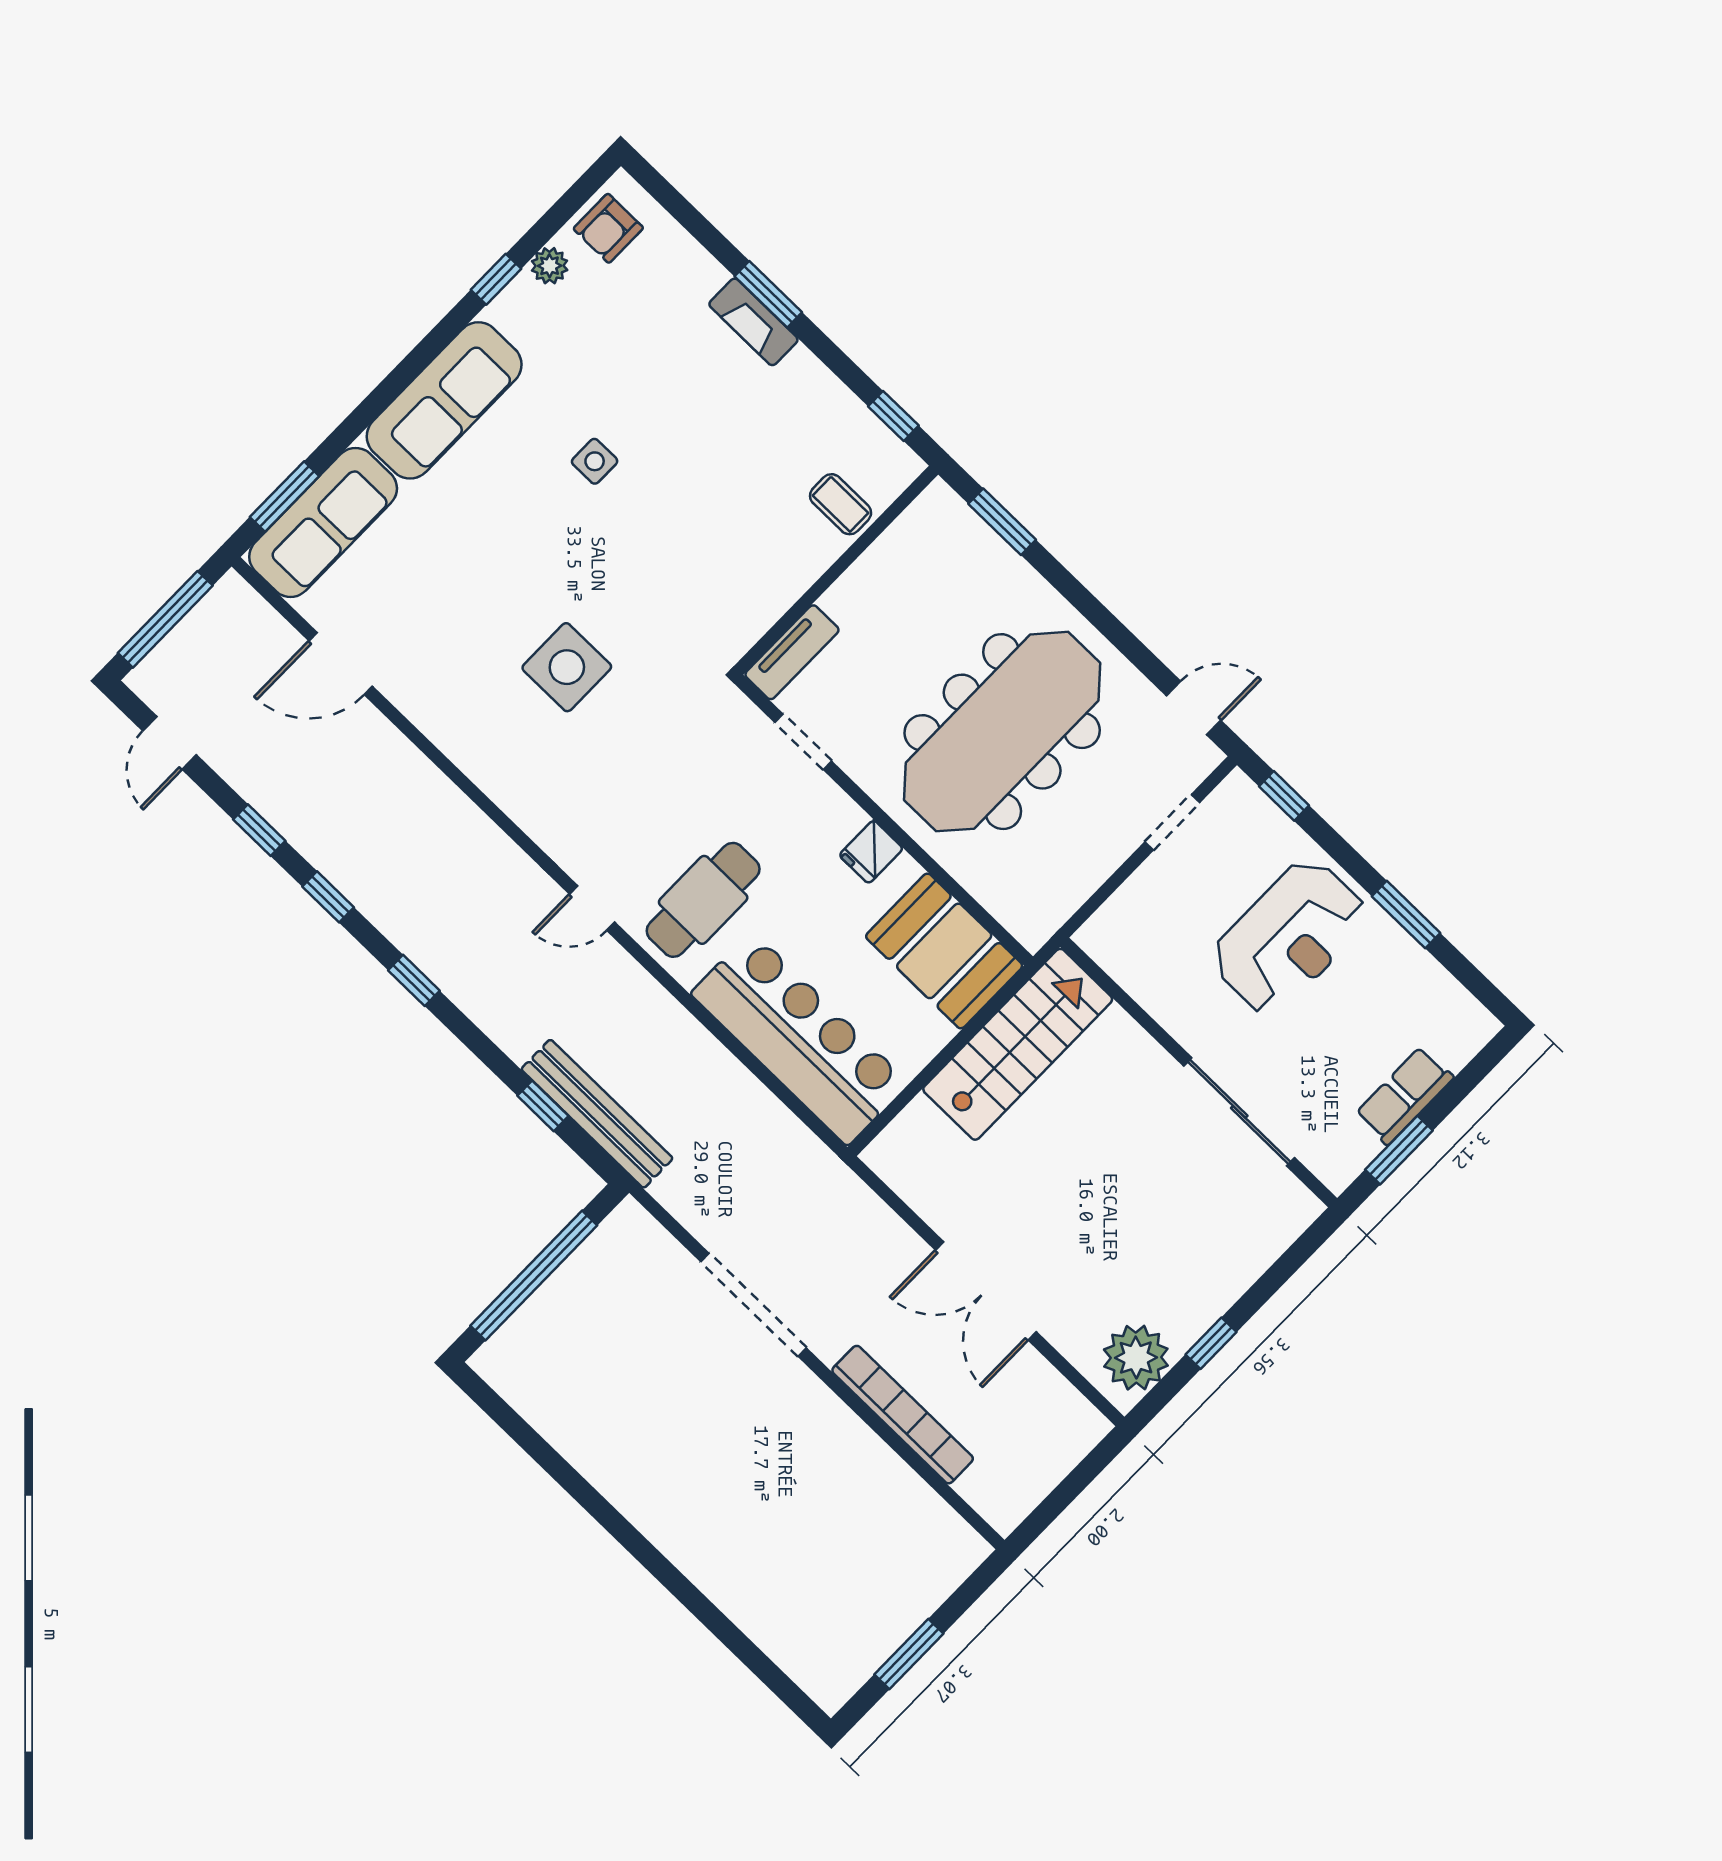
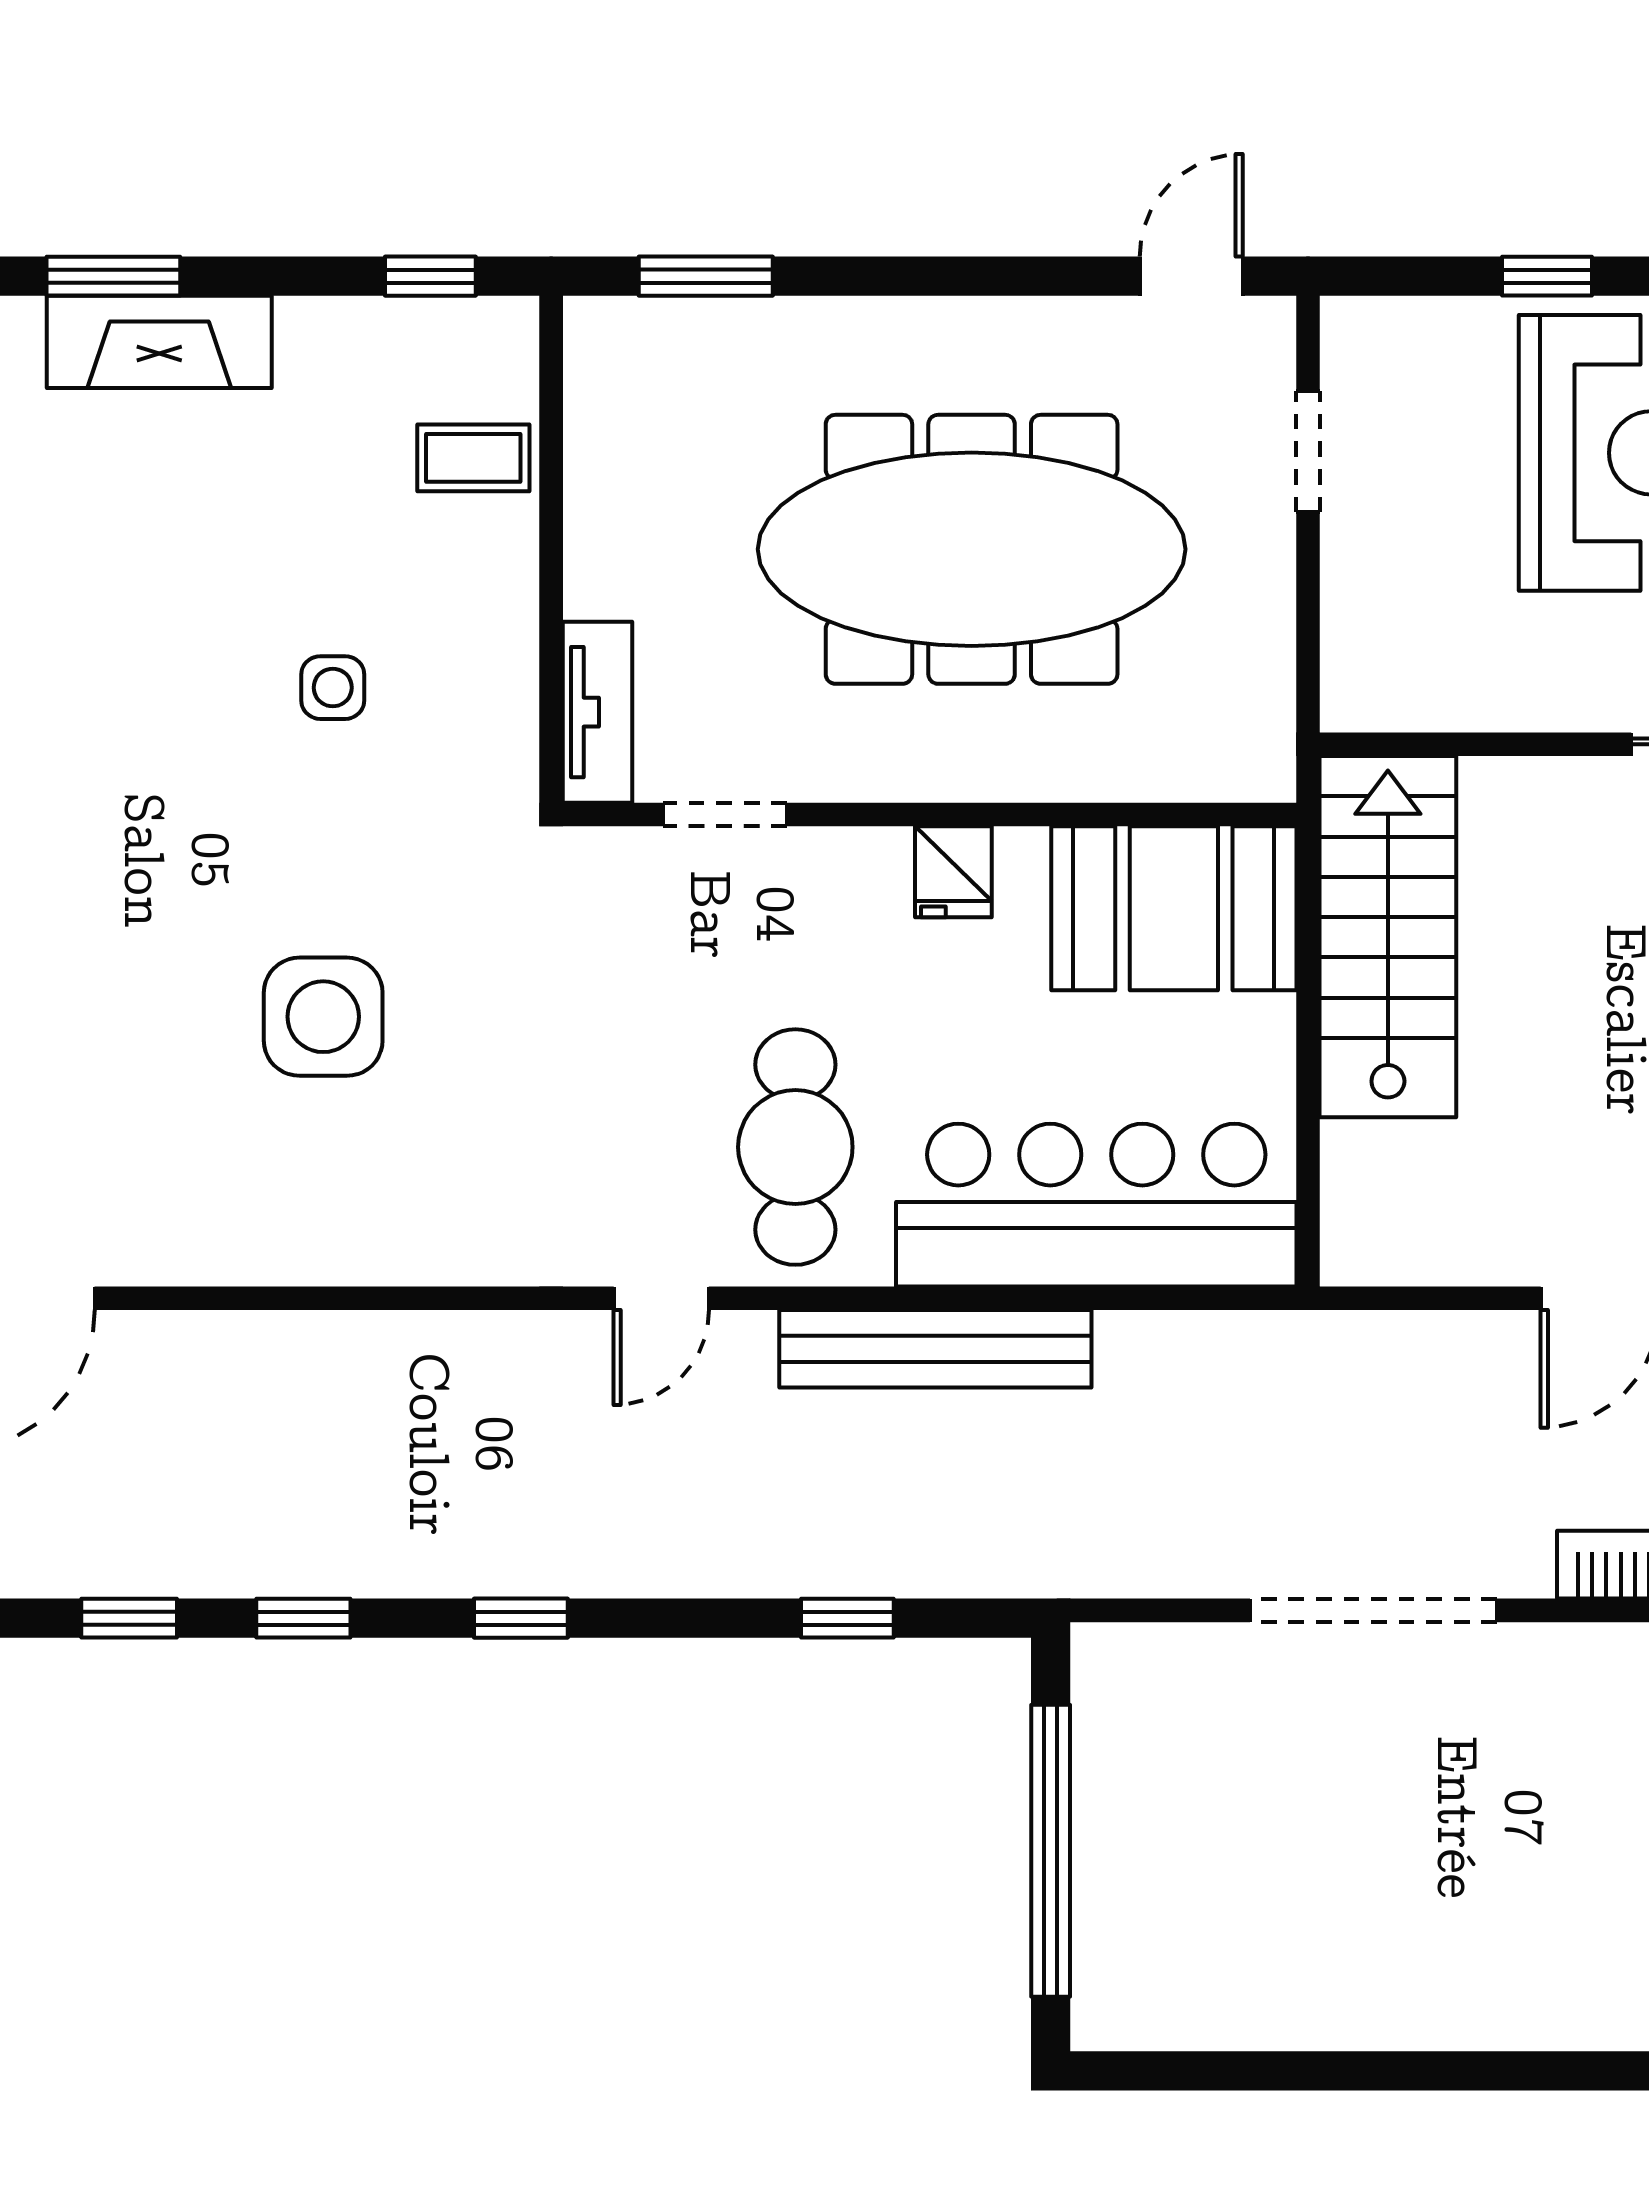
fireplace: (753, 322) -> (159, 342), width x1.37, depth x1.32
side table: (595, 461) -> (333, 688), moved
meeting table: (1002, 732) -> (972, 549), turned 90
window: (1284, 796) -> (1547, 276), moved
bench: (597, 1114) -> (935, 1349), moved

